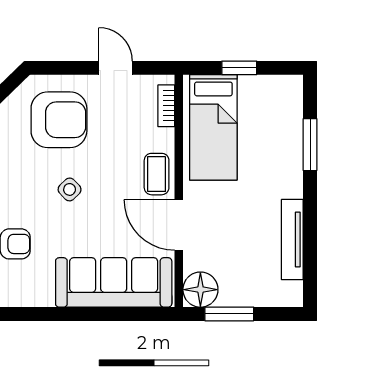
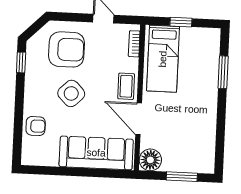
side table: (70, 189) -> (71, 93), width x1.87, depth x1.87
tv unit: (292, 240) -> (209, 131), removed
window: (229, 314) -> (182, 177), moved

